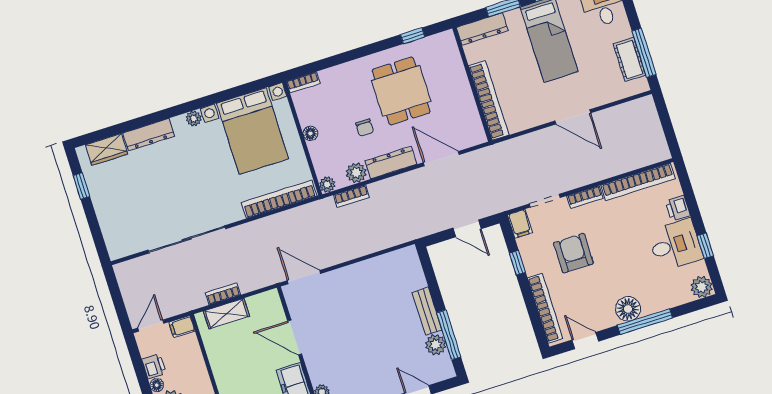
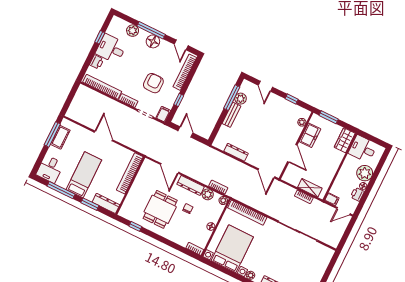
armchair: (574, 253) -> (153, 83), turned 180
dresser: (372, 266) -> (236, 152), added
plant: (702, 287) -> (133, 31), moved

